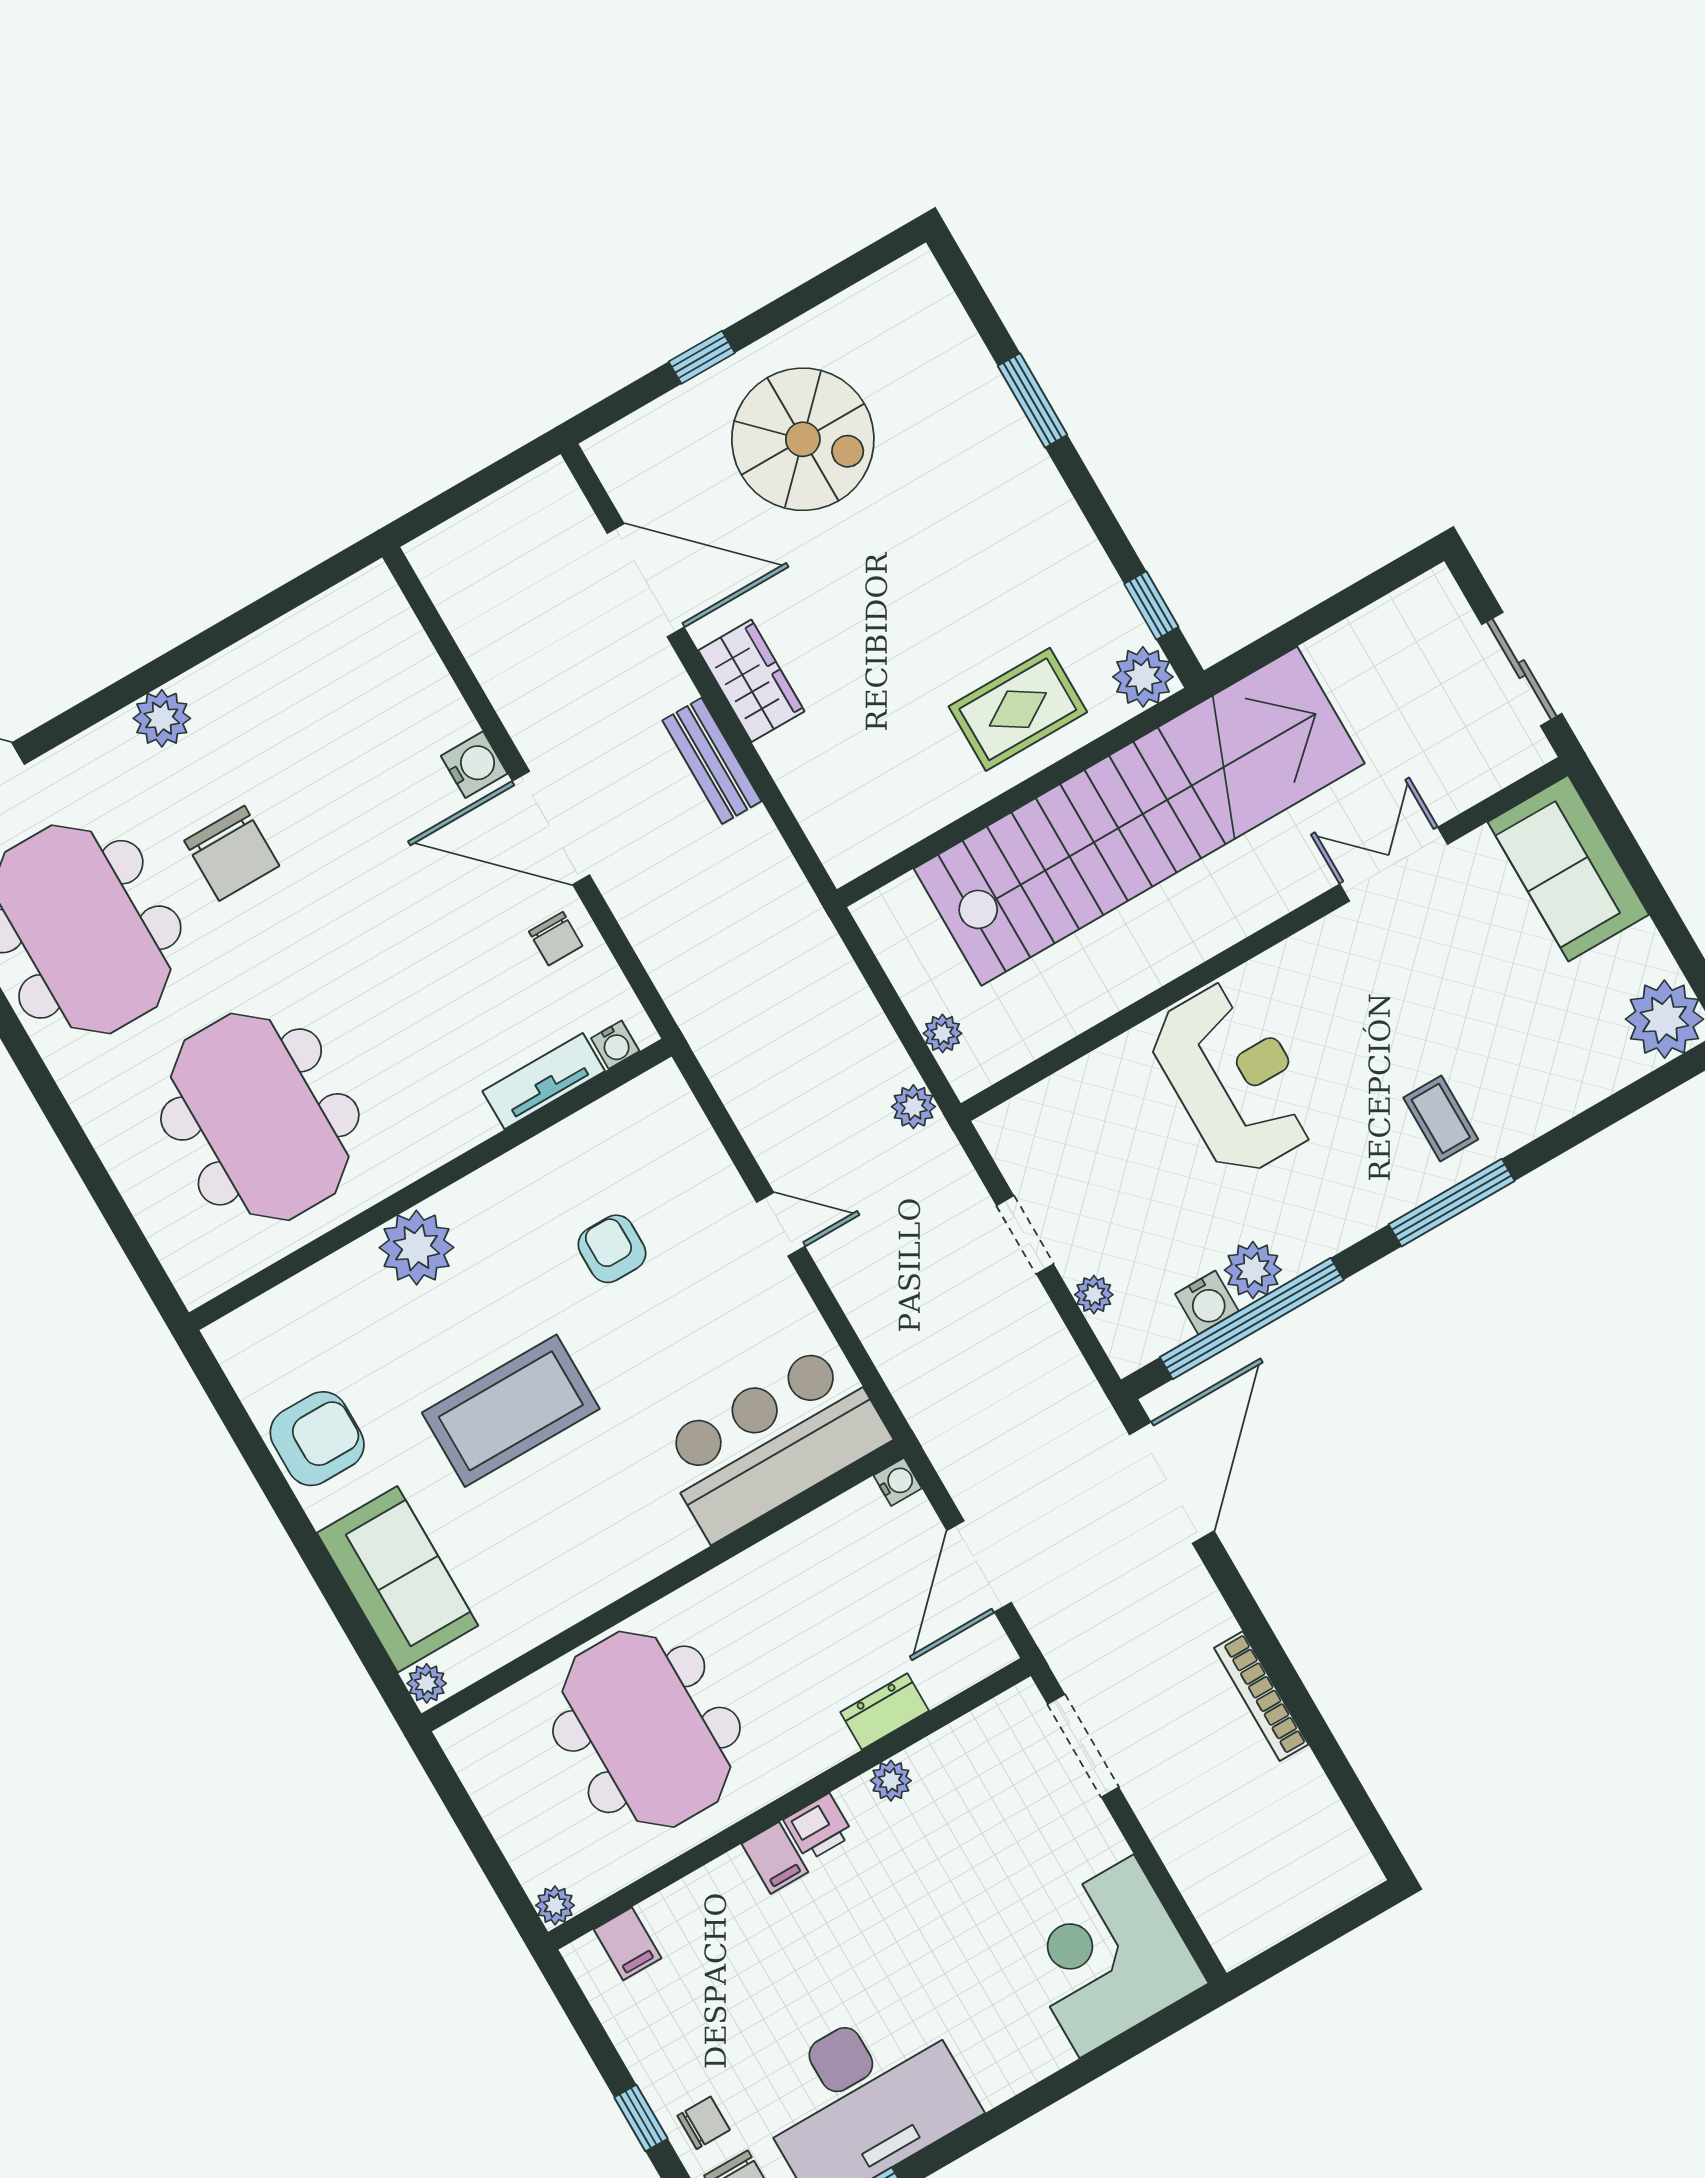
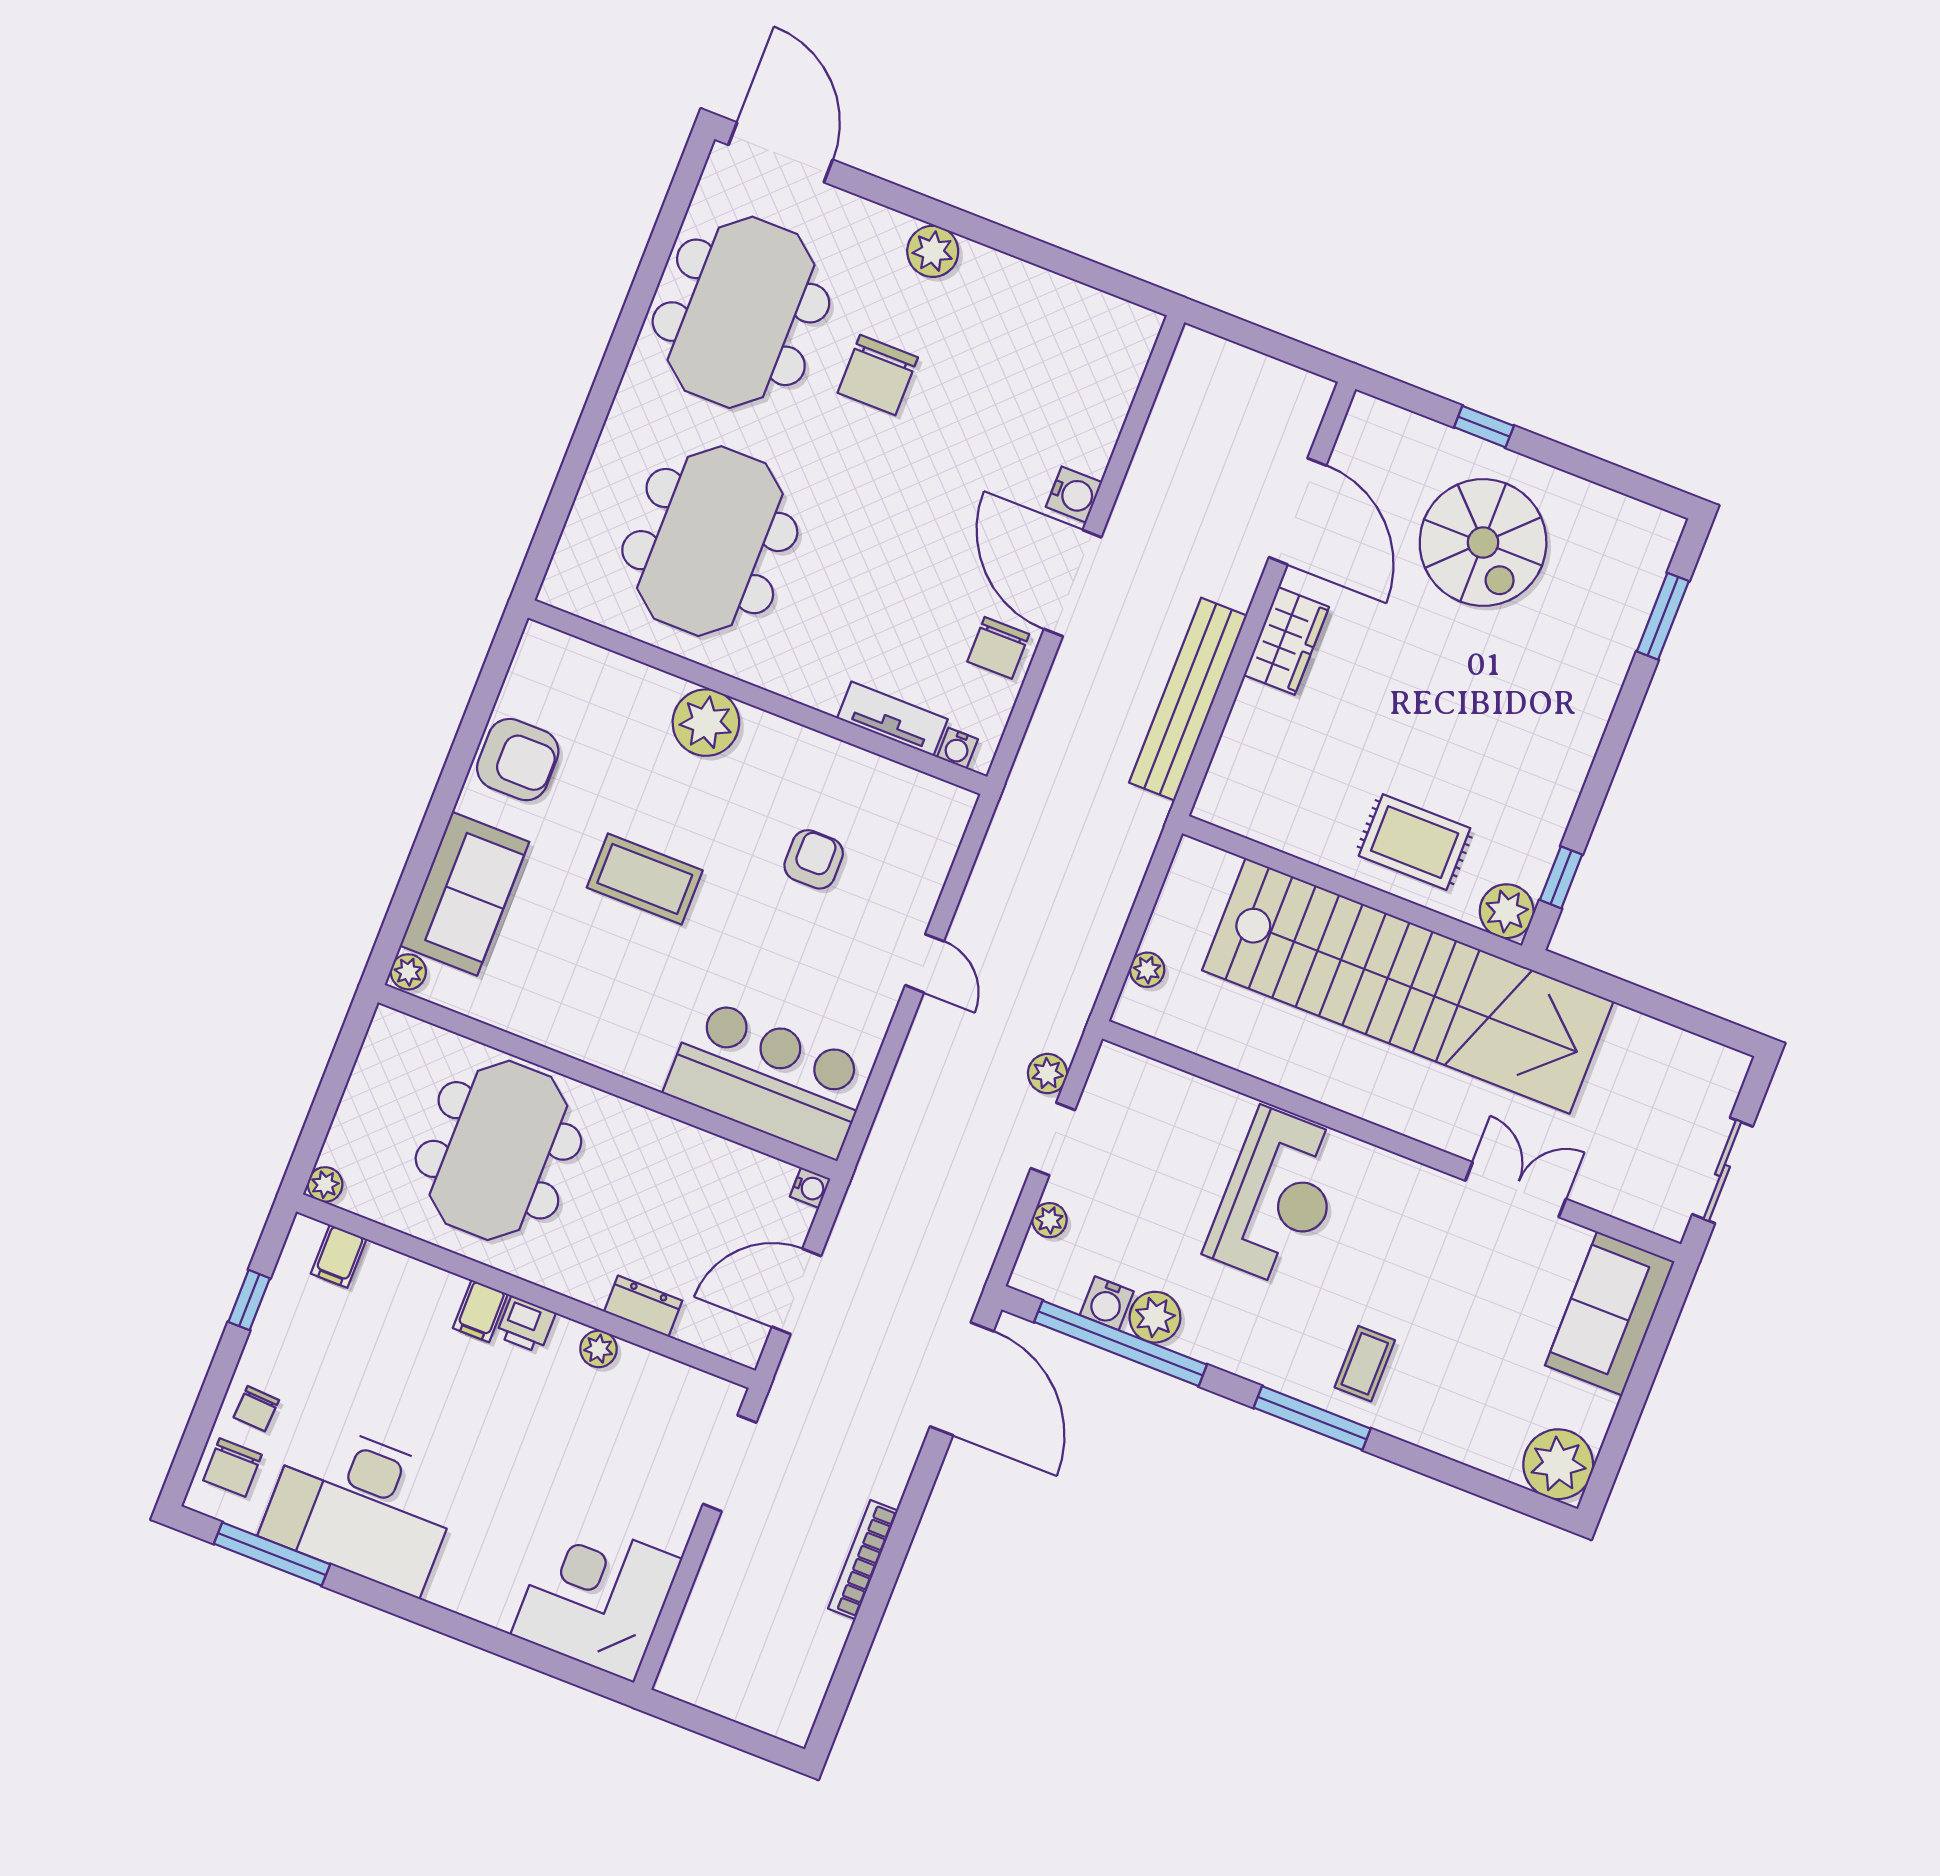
window: (1033, 400) -> (1663, 616), moved
bench: (712, 761) -> (1188, 699), width x1.86, depth x1.21
chair: (556, 939) -> (998, 648), width x1.37, depth x1.37
plant: (913, 1107) -> (1048, 1074), moved
coffee table: (511, 1411) -> (645, 879), width x0.73, depth x0.76
door: (1172, 1483) -> (962, 1379), hinge flipped
window: (641, 2118) -> (249, 1300), moved
chair: (704, 2123) -> (256, 1409), turned 93

